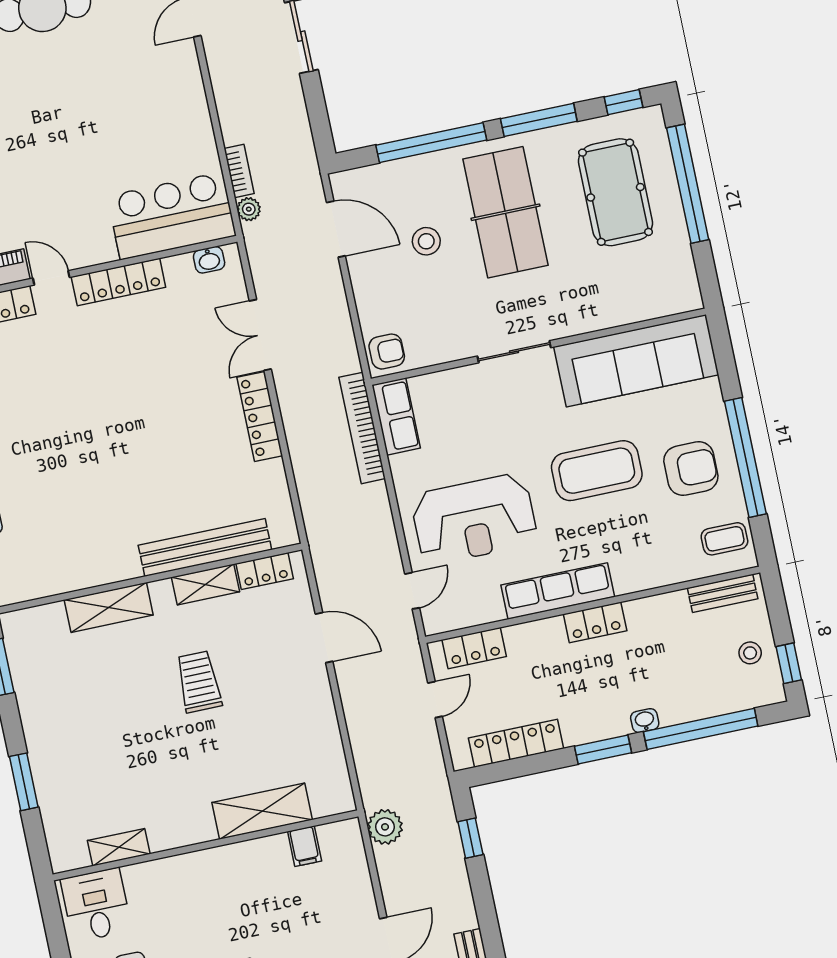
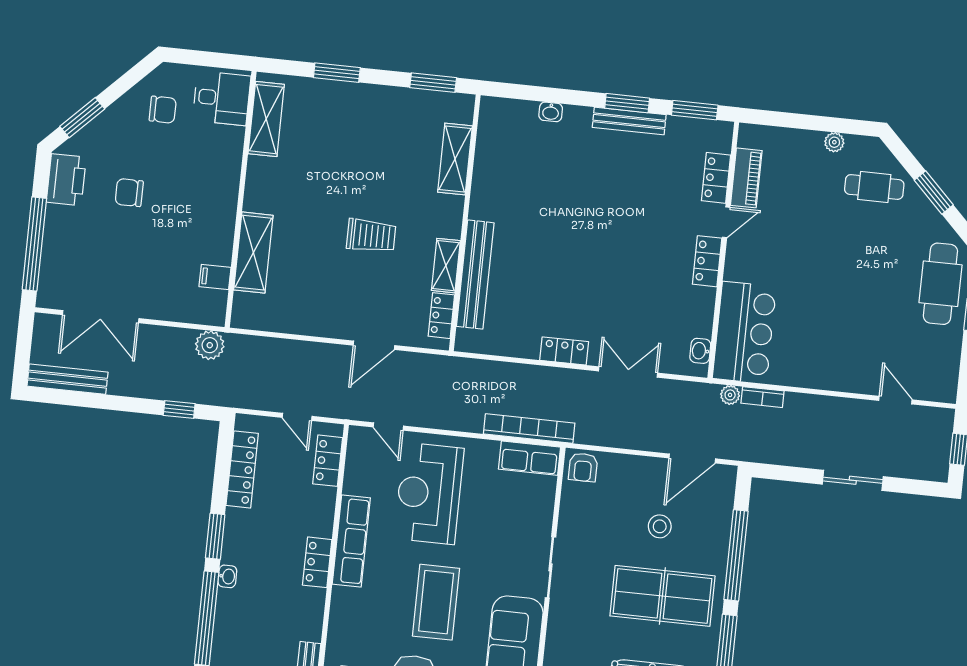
locker: (118, 282) -> (707, 261), width x0.66
locker: (260, 416) -> (564, 351), width x0.66
shelving: (109, 607) -> (455, 159), moved
shelving: (119, 847) -> (266, 119), width x1.50, depth x1.33

